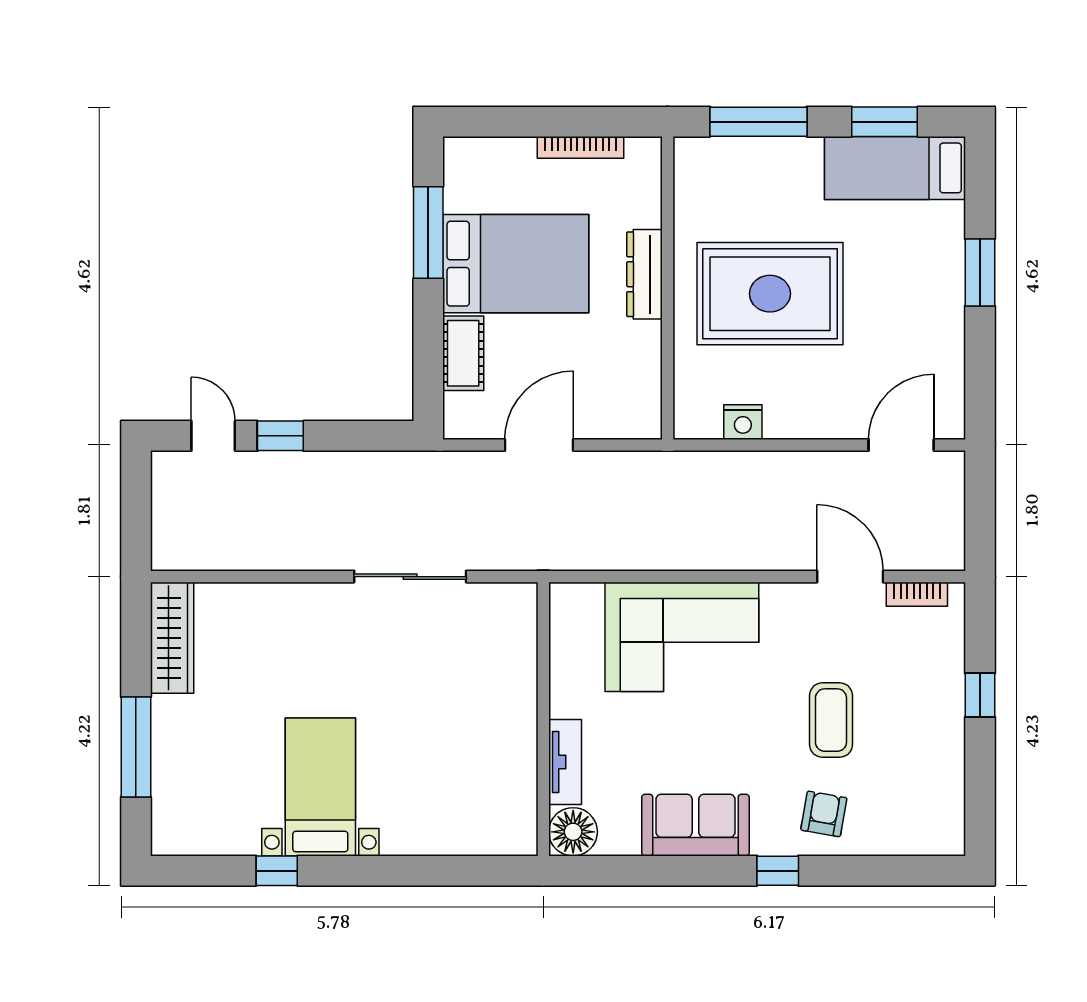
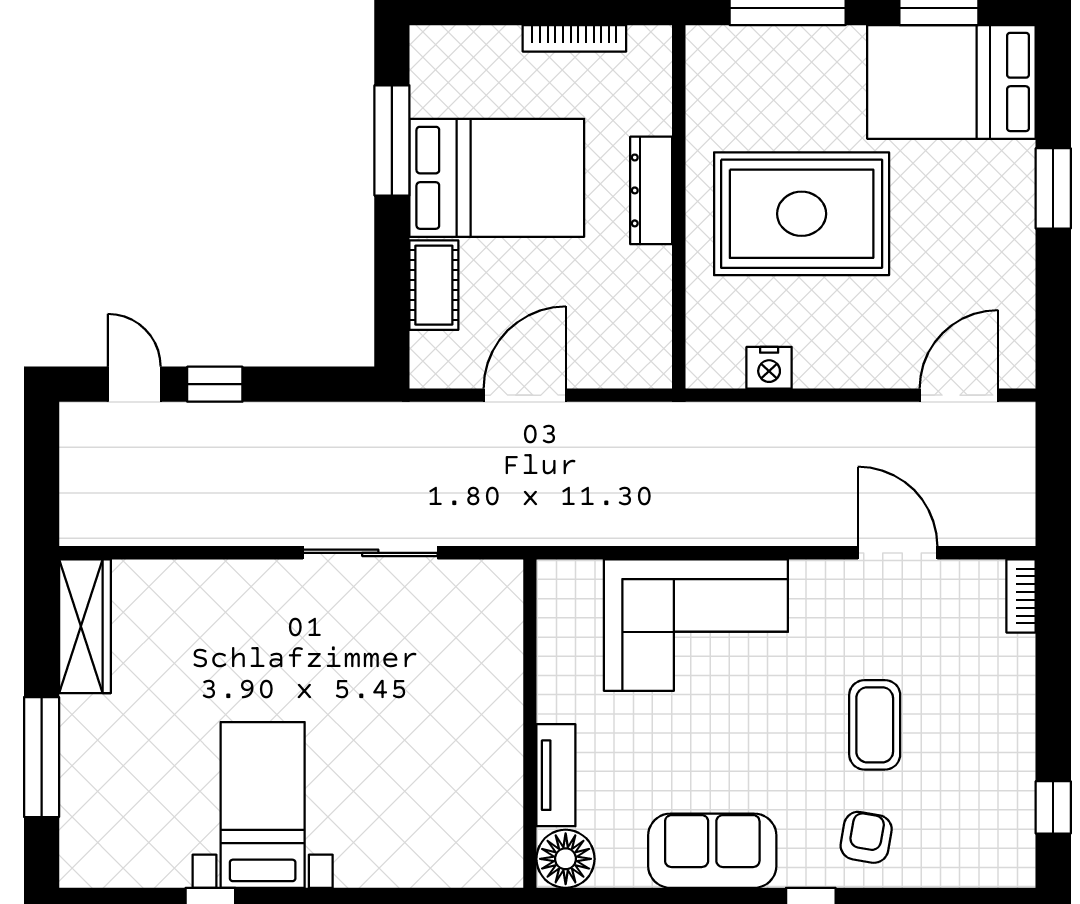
bed: (895, 168) -> (951, 82), width x1.50
bookcase: (917, 594) -> (1021, 596), moved, turned 90
window: (980, 695) -> (1053, 807), moved

